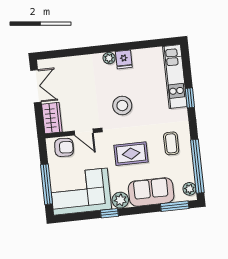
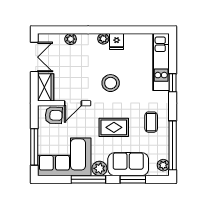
plant: (73, 62) -> (71, 39), added
door: (84, 132) -> (73, 103), hinge flipped
window: (175, 206) -> (133, 179), moved
window: (109, 213) -> (88, 179), width x2.17

